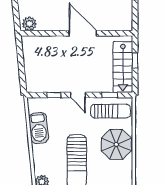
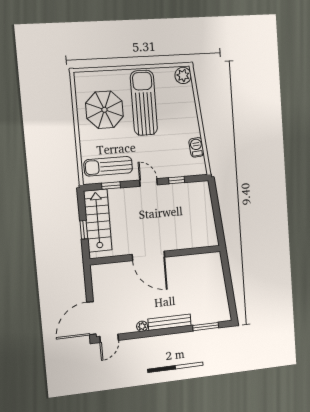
plant: (29, 24) -> (211, 260), removed
barbecue: (39, 128) -> (196, 147), width x0.53, depth x0.65
parasol: (116, 144) -> (104, 110), moved

